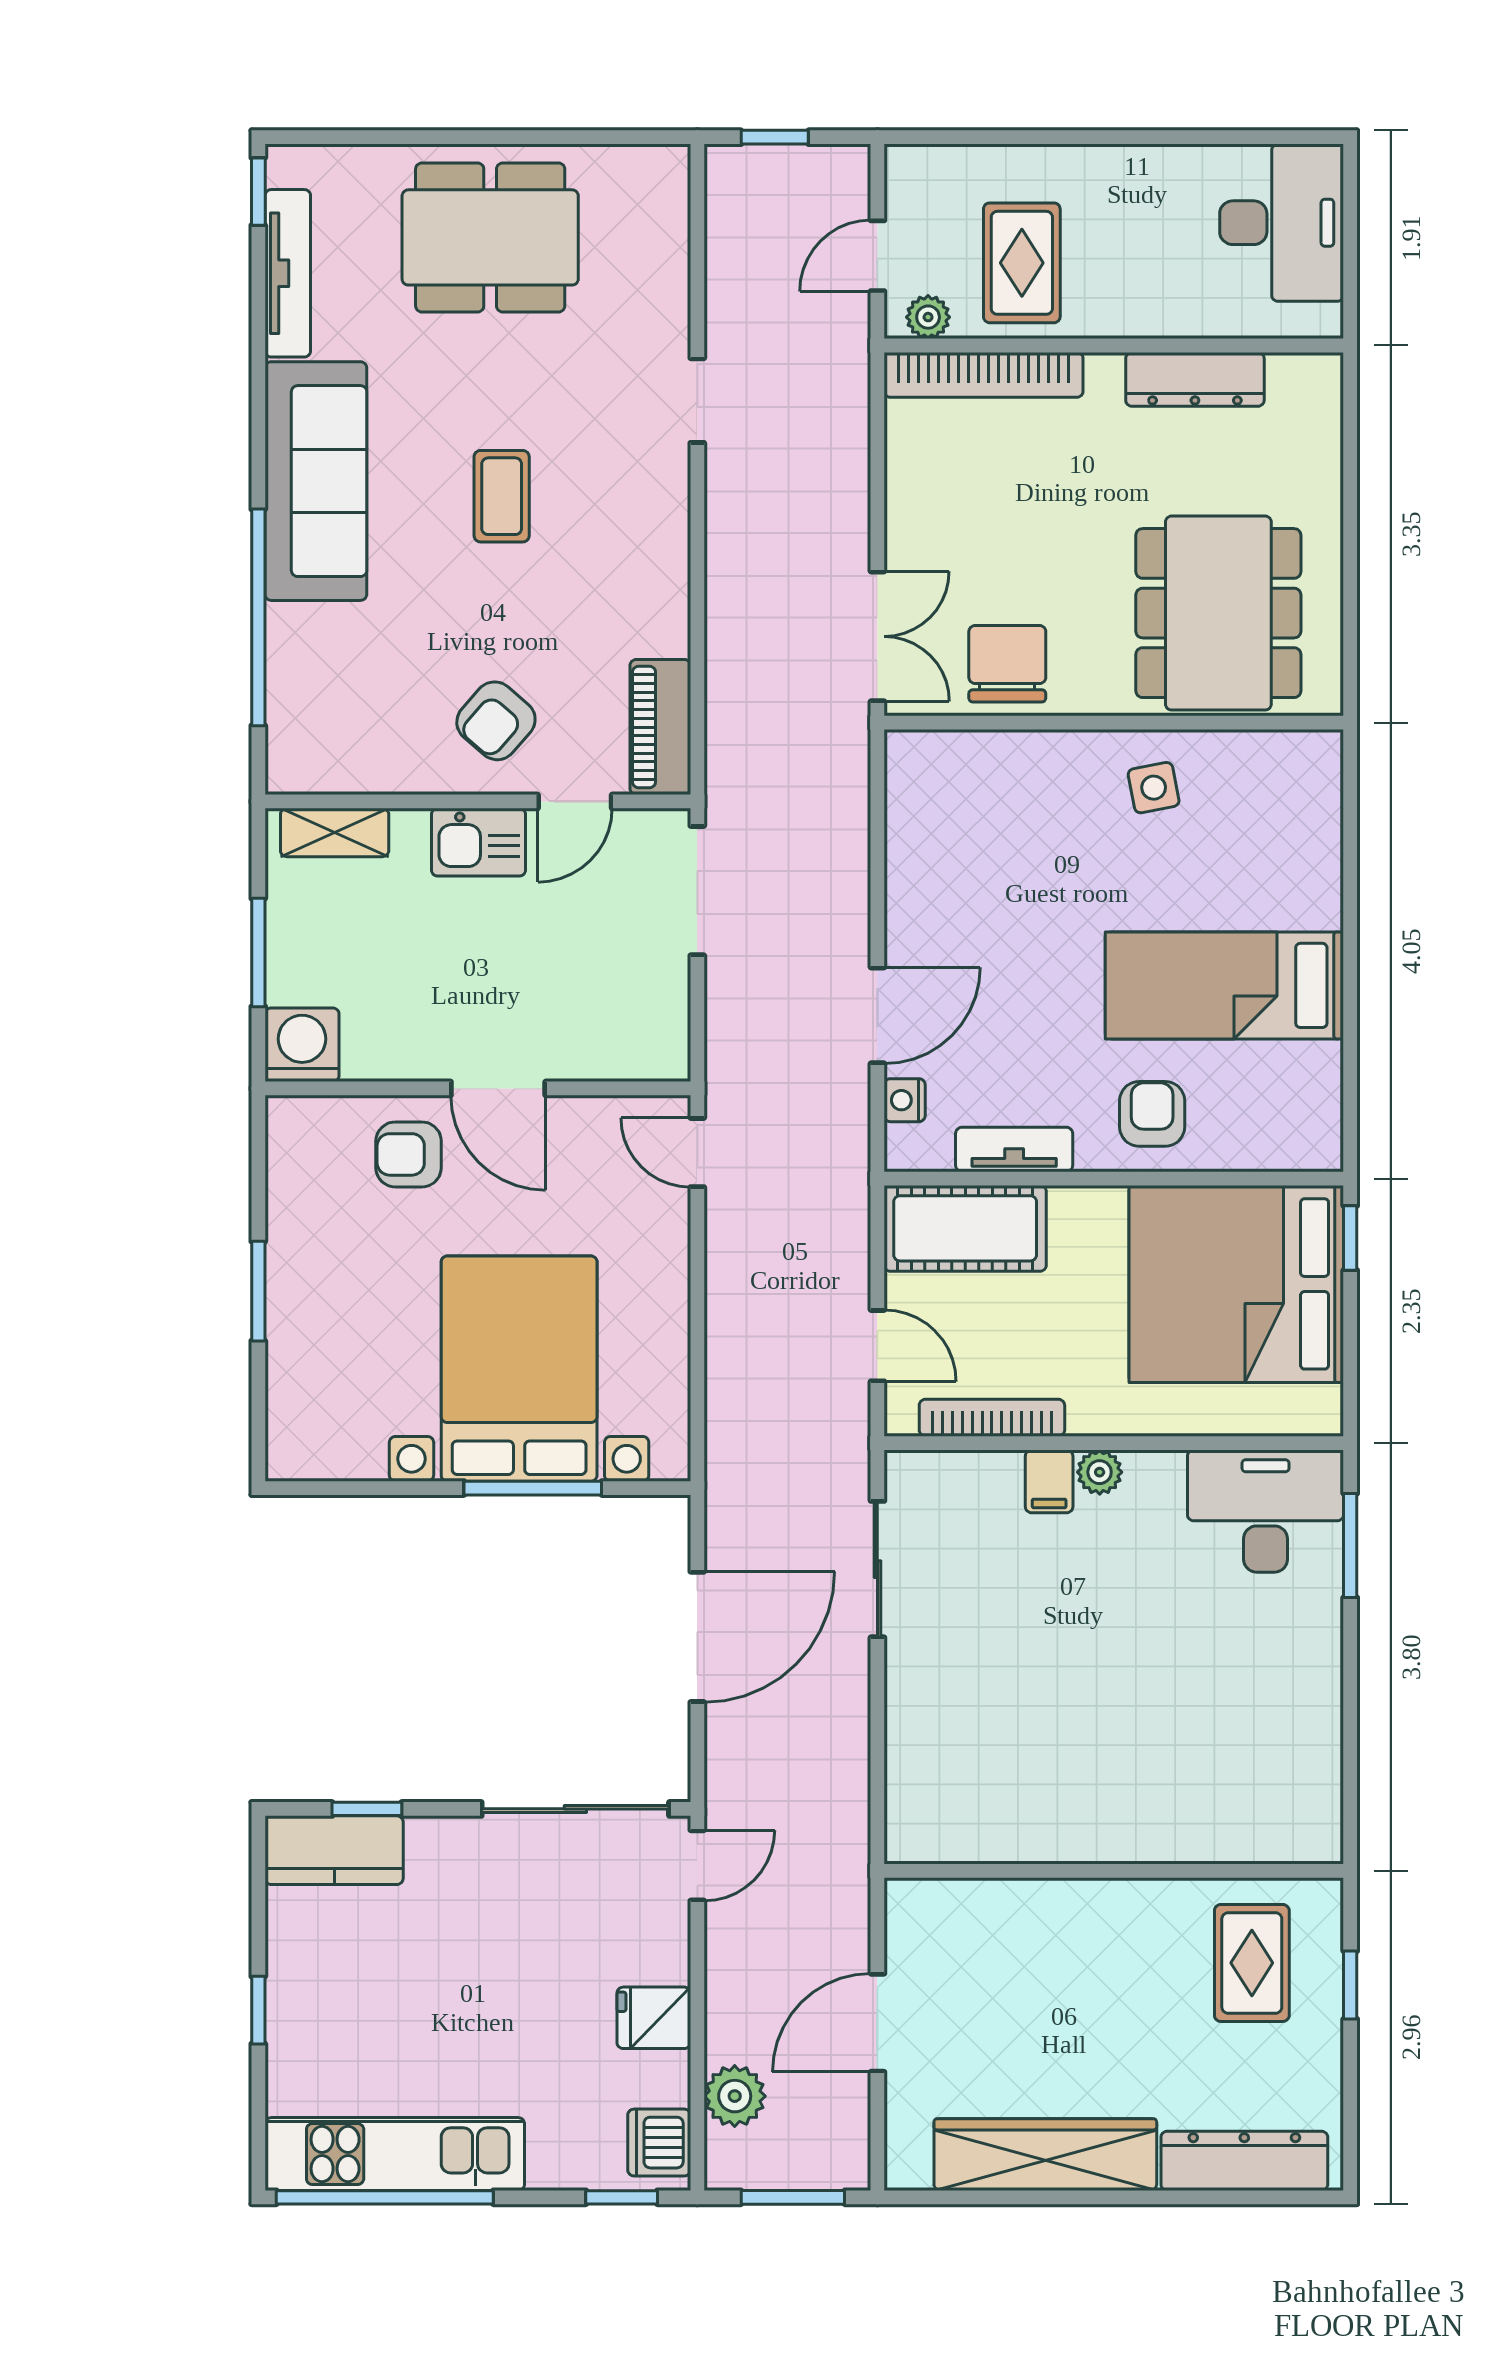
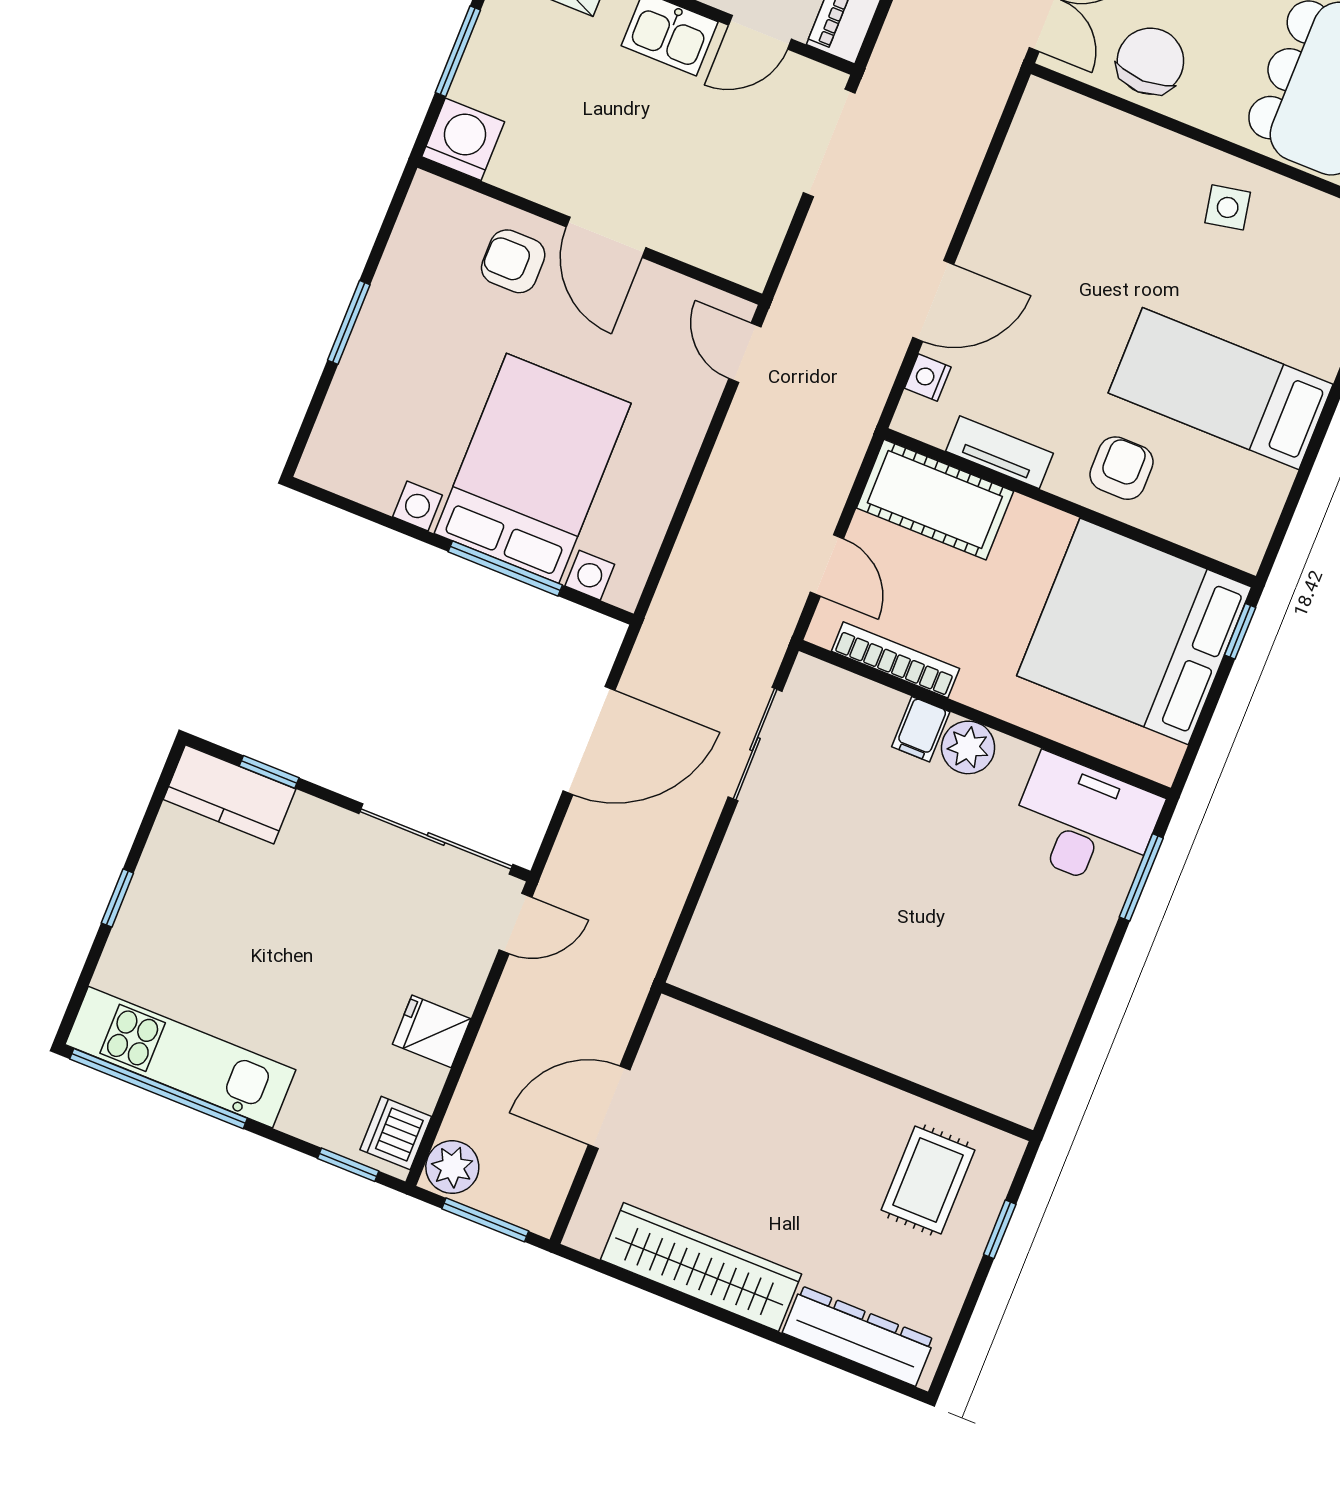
plant: (1100, 1472) -> (968, 747), width x1.38, depth x1.38
plant: (735, 2096) -> (452, 1167), moved

